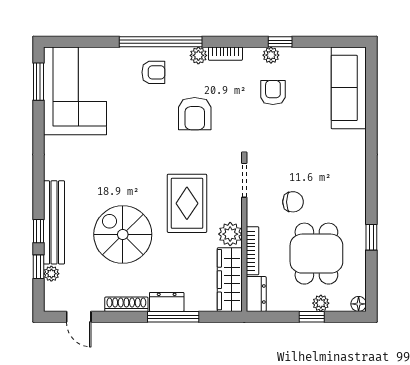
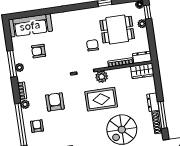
window: (280, 42) -> (12, 64), width x2.17
armchair: (273, 93) -> (39, 51), moved
armchair: (195, 114) -> (55, 102), turned -90
plant: (230, 234) -> (102, 77), moved
wardrobe: (230, 280) -> (142, 71), width x0.67
window: (173, 317) -> (162, 115), moved
window: (312, 317) -> (147, 12), moved

